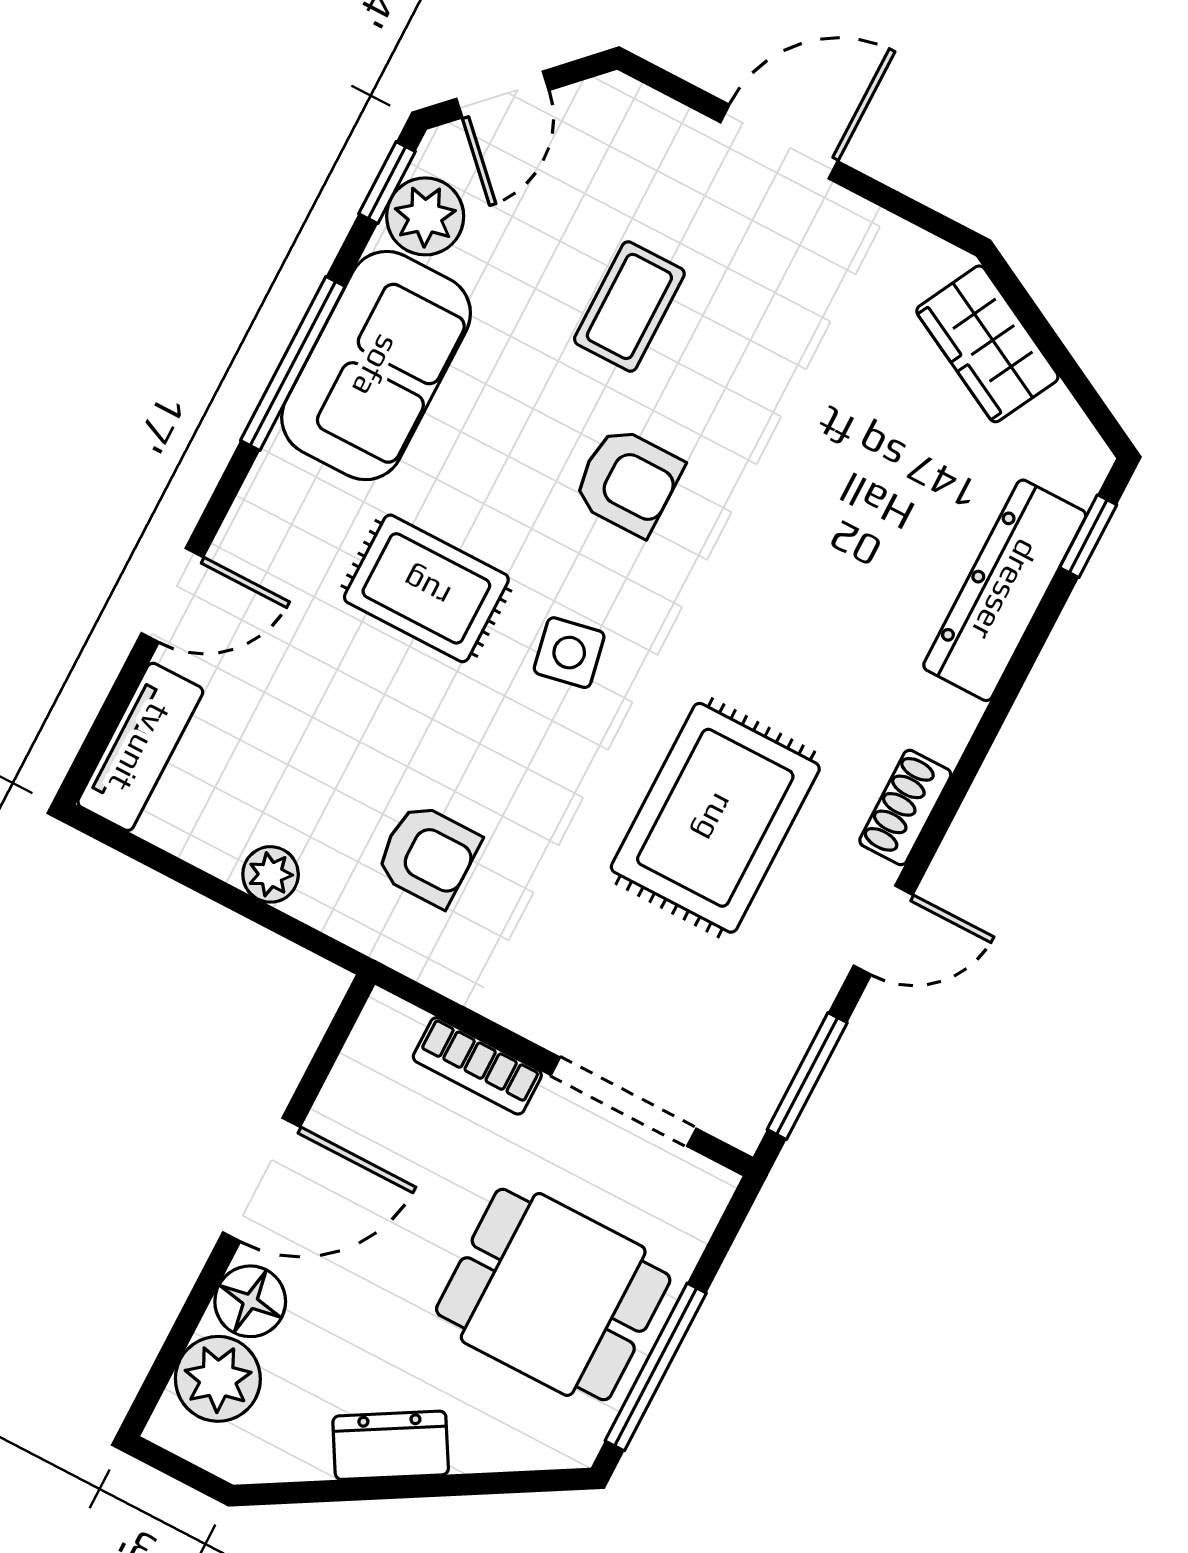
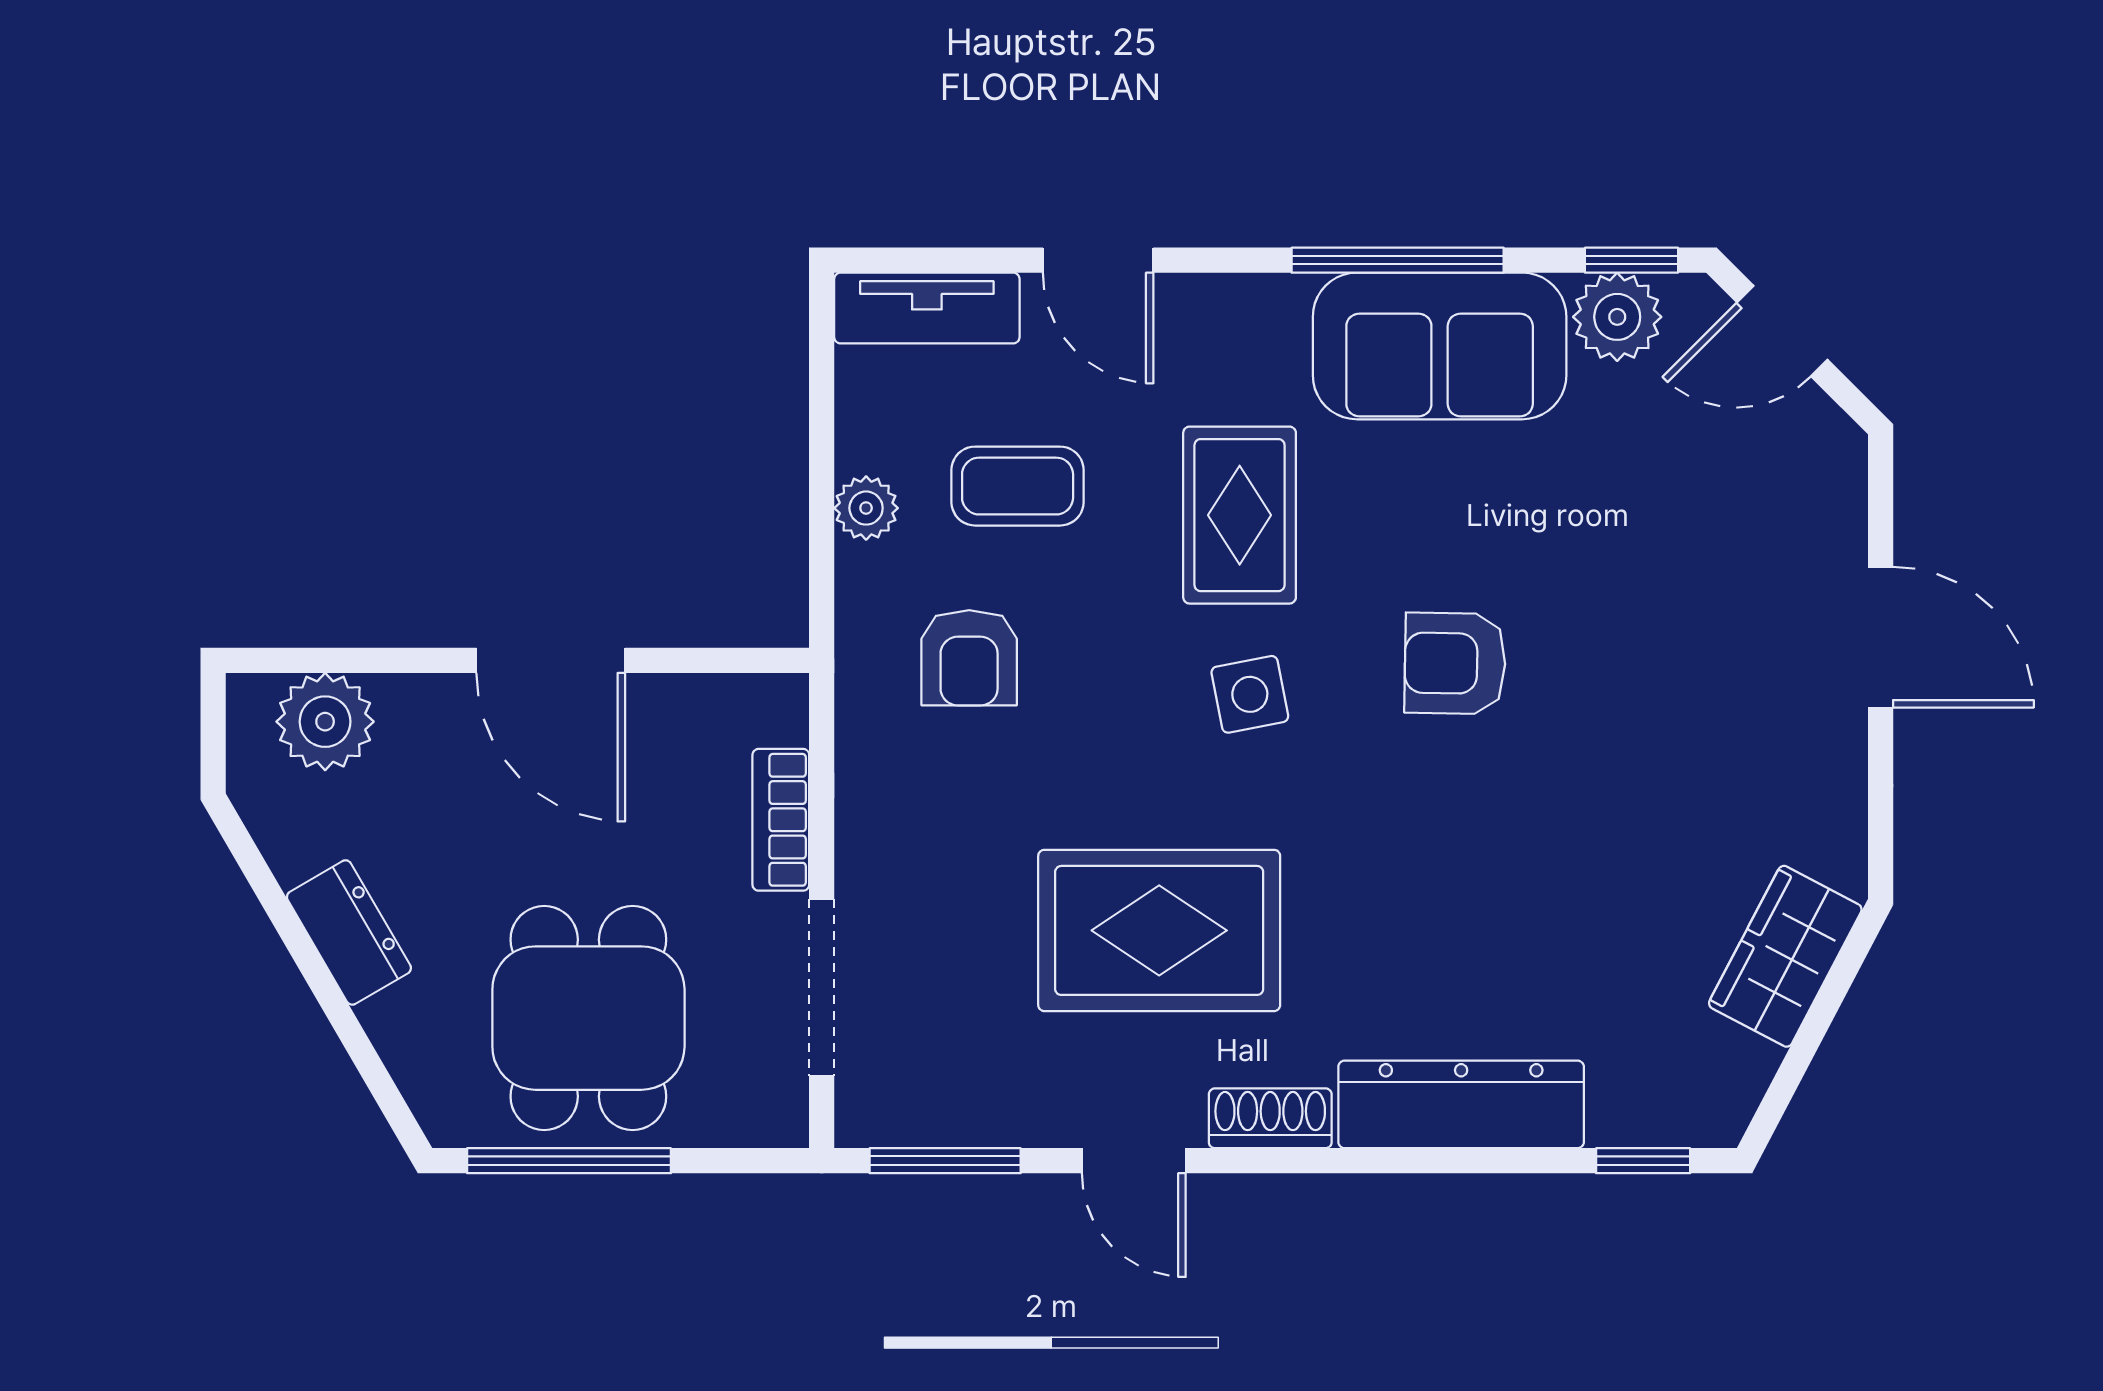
coffee table: (629, 306) -> (1018, 486), moved
armchair: (628, 481) -> (1455, 663), turned 91
dresser: (1005, 590) -> (1461, 1104), moved
floor lamp: (250, 1301) -> (421, 713), removed

